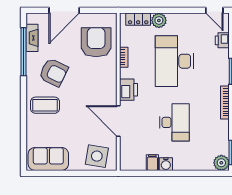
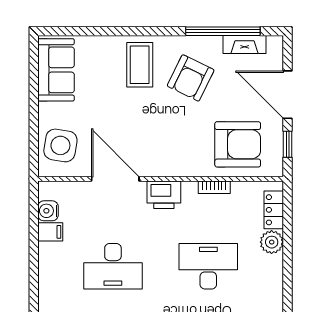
window: (96, 10) -> (287, 144), added
desk: (174, 61) -> (208, 266), width x0.73, depth x0.77
door: (118, 121) -> (115, 179), hinge flipped
water cooler: (166, 164) -> (48, 211), moved

